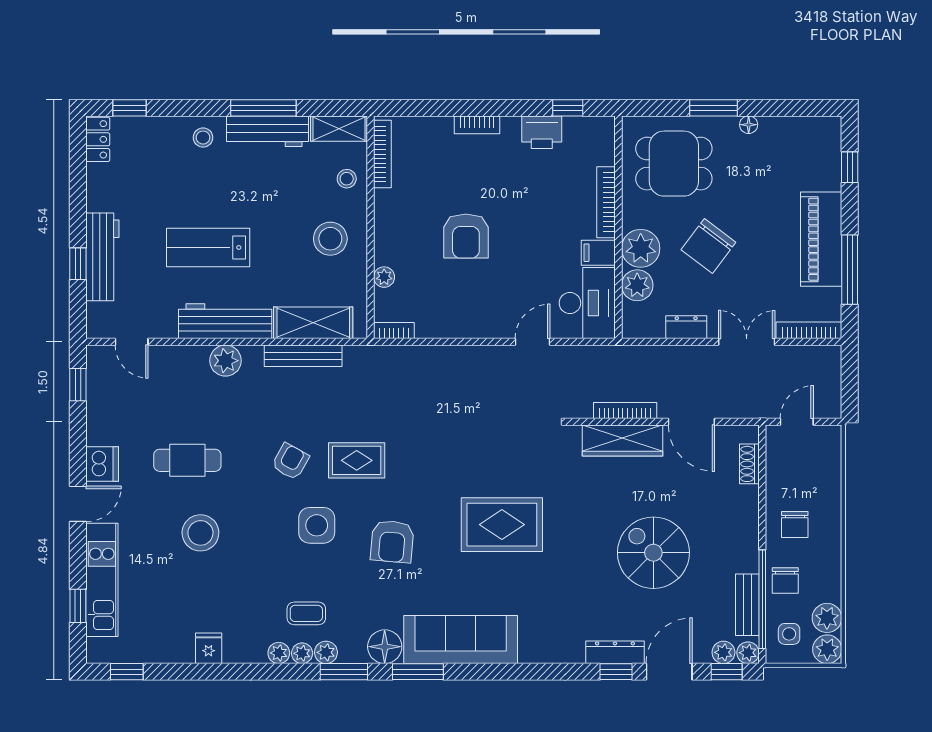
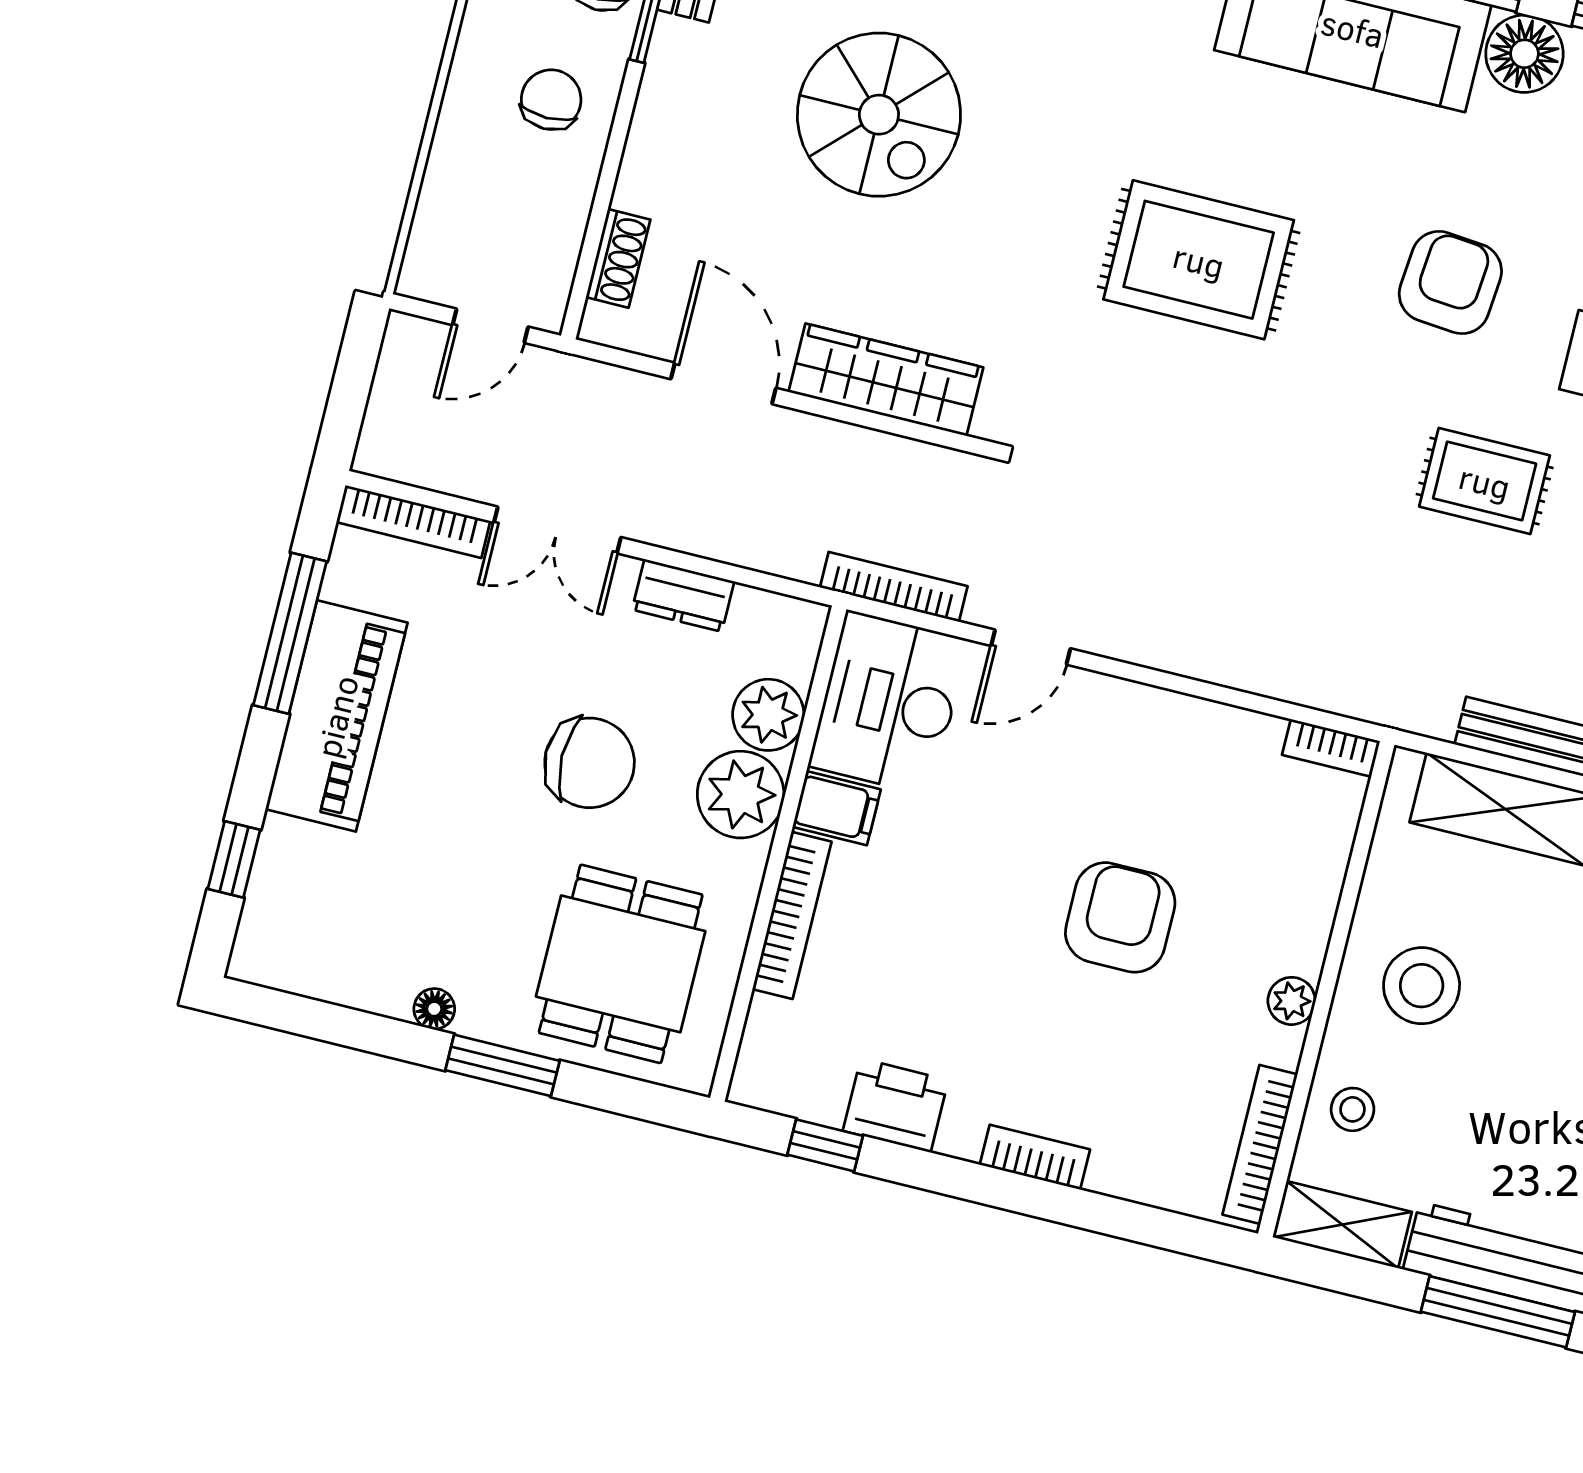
dining table: (674, 164) -> (621, 964), turned 90
chair: (708, 246) -> (590, 763), turned 53
plant: (384, 277) -> (1292, 1001), moved
bookcase: (625, 410) -> (894, 587), moved, turned 180

